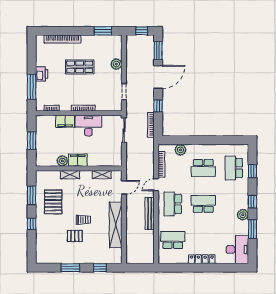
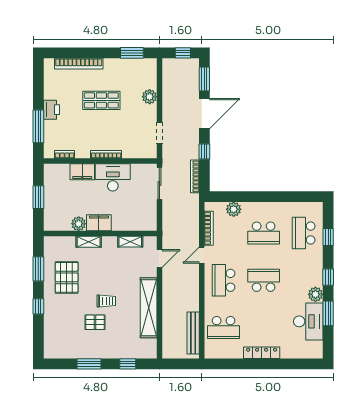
bench: (150, 213) -> (193, 333), moved
school desk: (173, 240) -> (224, 328), turned 180
desk: (237, 250) -> (308, 321), moved

